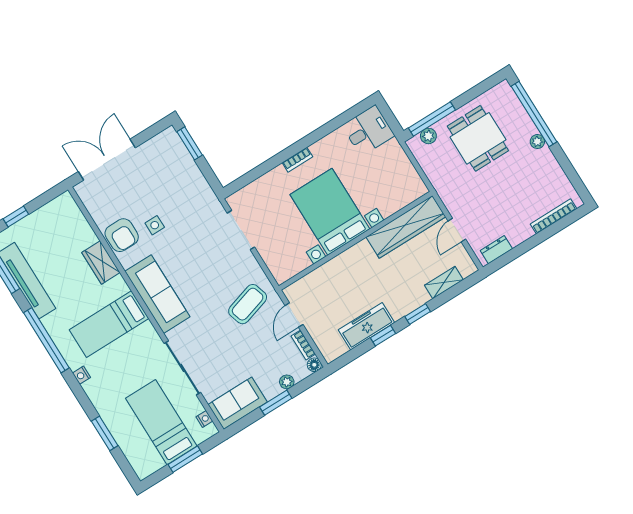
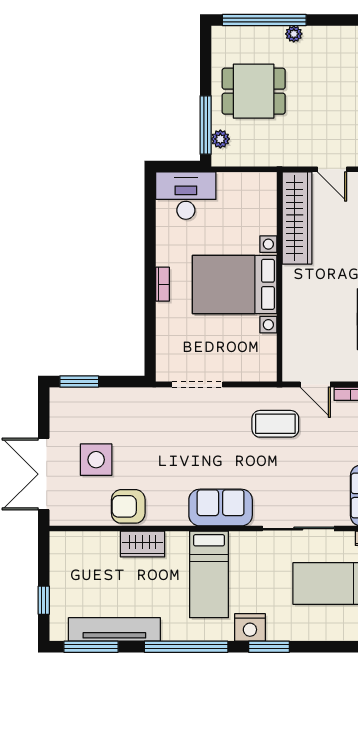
desk: (368, 131) -> (186, 196), width x1.37
side table: (155, 225) -> (96, 460), moved, width x1.87, depth x1.87
armchair: (122, 235) -> (128, 506), turned 180
sofa: (157, 294) -> (221, 508), width x0.73
coffee table: (248, 304) -> (275, 424), turned -73
nightstand: (82, 375) -> (250, 627), width x1.89, depth x1.79
window: (105, 433) -> (269, 647), moved

